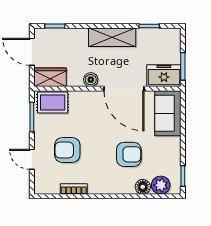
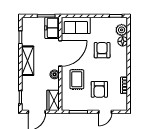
rug: (53, 103) -> (77, 79), moved

